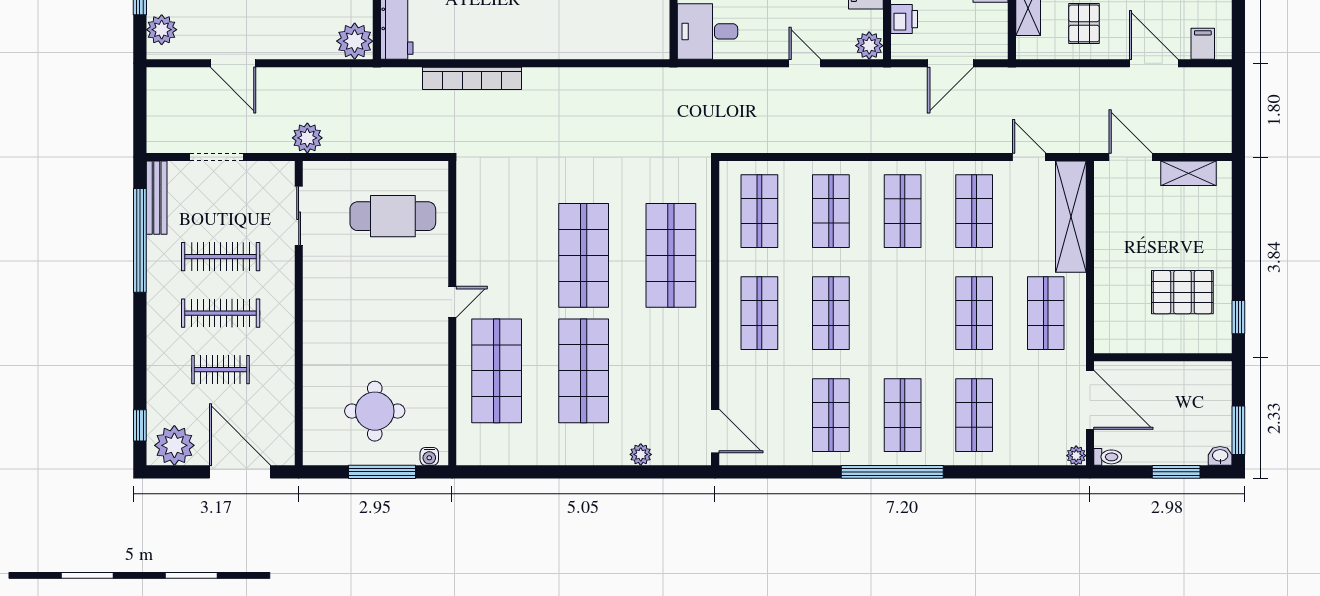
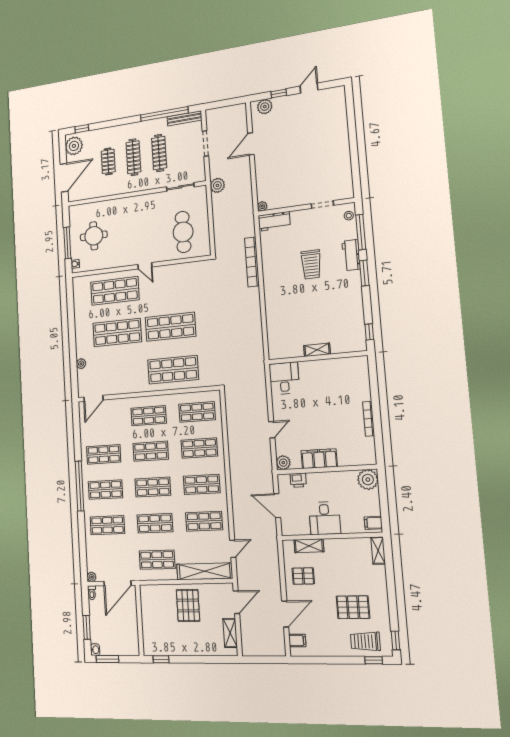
plant: (355, 41) -> (262, 206), width x0.53, depth x0.53
pallet: (1182, 292) -> (188, 605), moved
shop shelf: (903, 313) -> (153, 487), added

